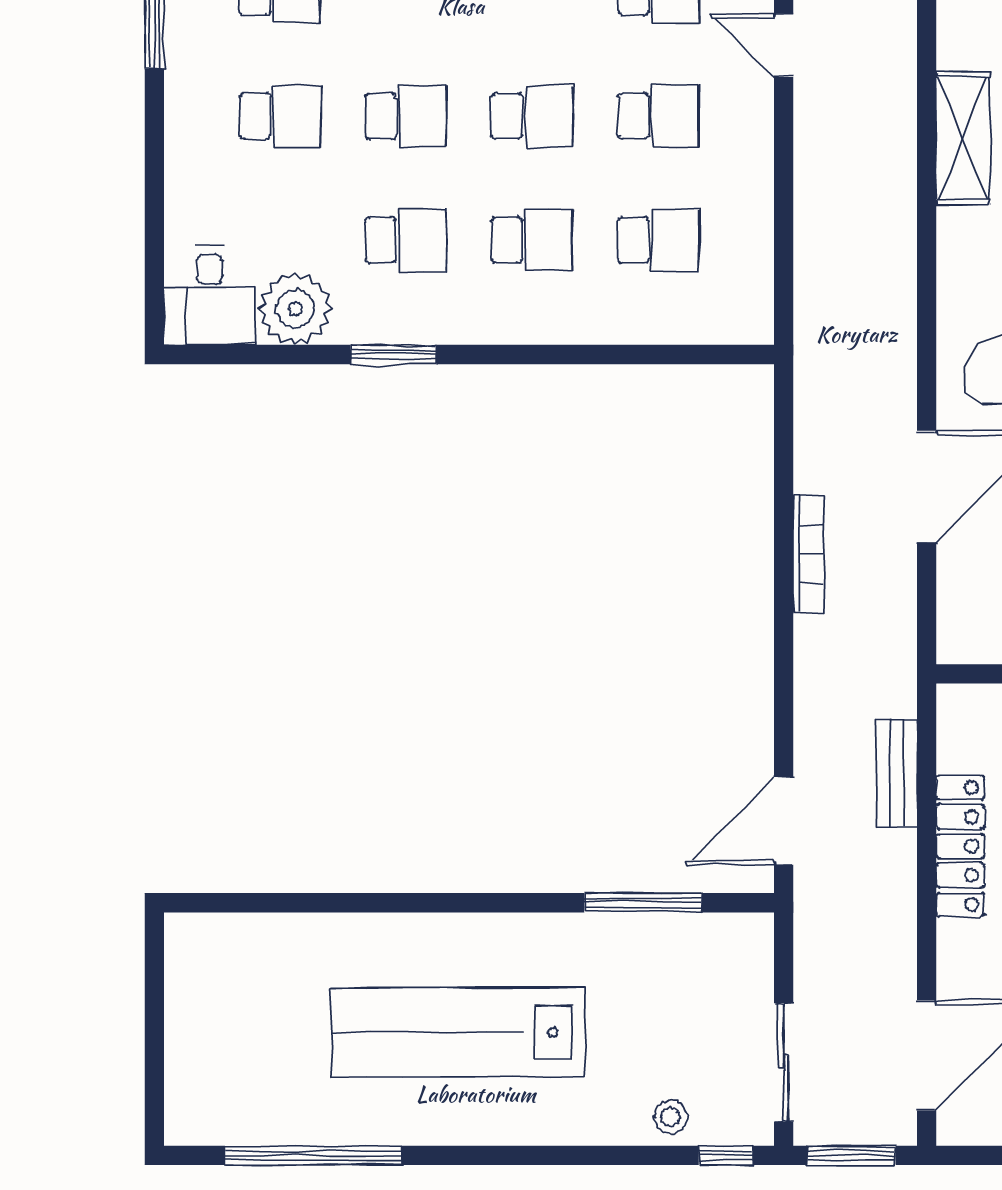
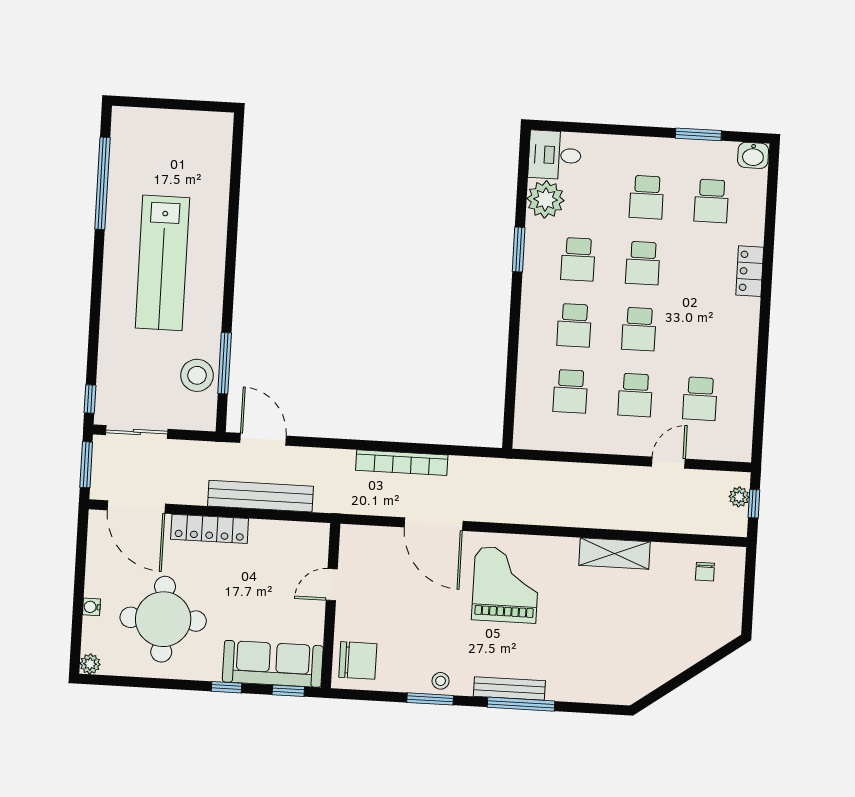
bookcase: (808, 554) -> (402, 463), width x1.48, depth x1.31
bench: (897, 773) -> (260, 496), width x1.86, depth x1.21
locker: (960, 846) -> (210, 529), moved
lab bench: (458, 1032) -> (162, 263), turned 180
stool: (671, 1117) -> (197, 375), moved, width x1.89, depth x1.89

